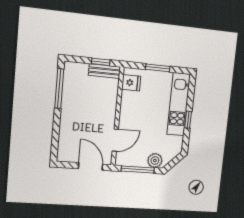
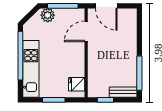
bench: (104, 71) -> (123, 92), moved
window: (188, 120) -> (20, 56), width x3.17

